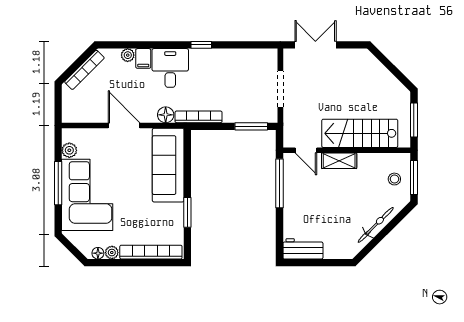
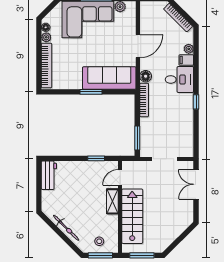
double door: (315, 45) -> (196, 184), swing flipped
window: (279, 183) -> (96, 158), width x0.46
window: (187, 212) -> (91, 92), moved

